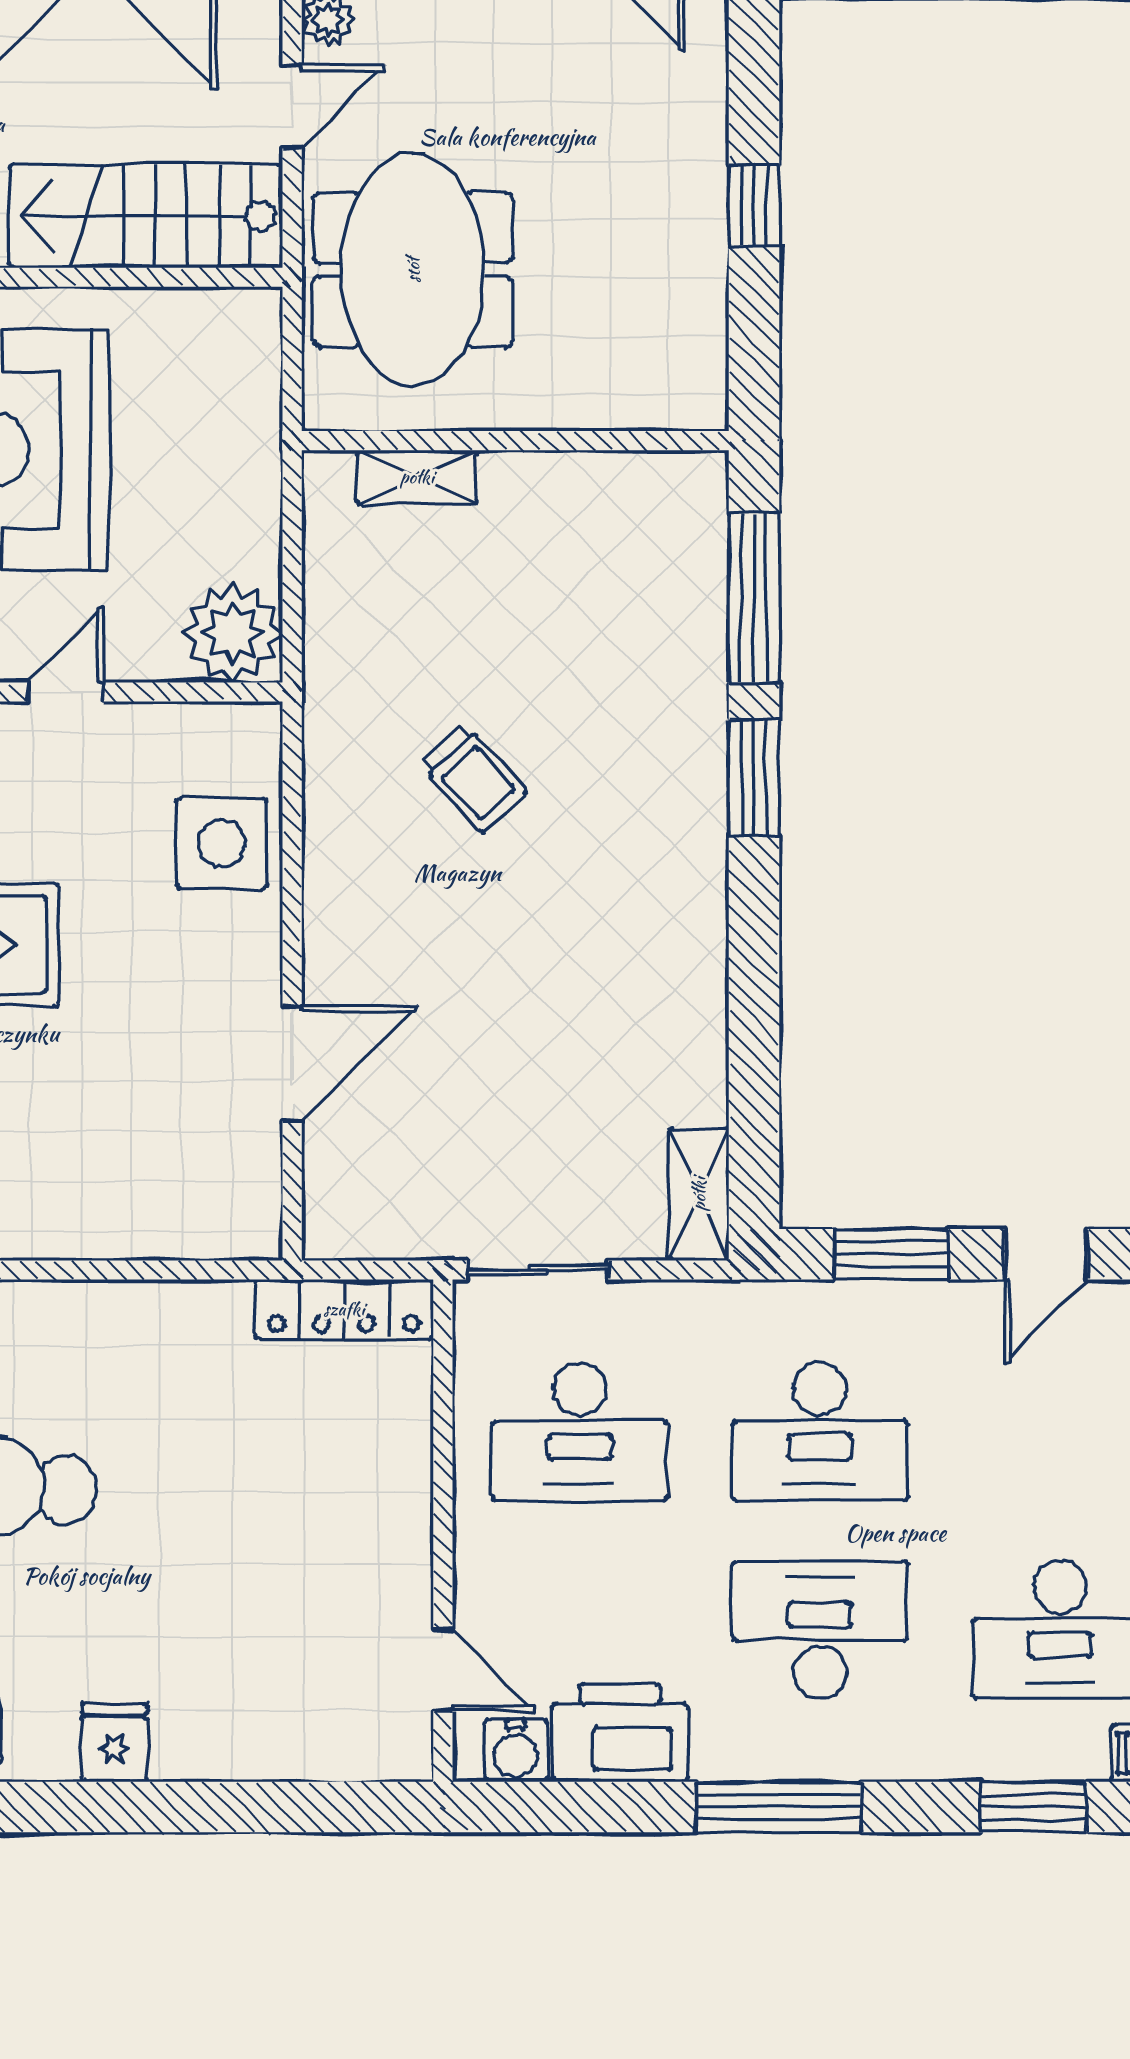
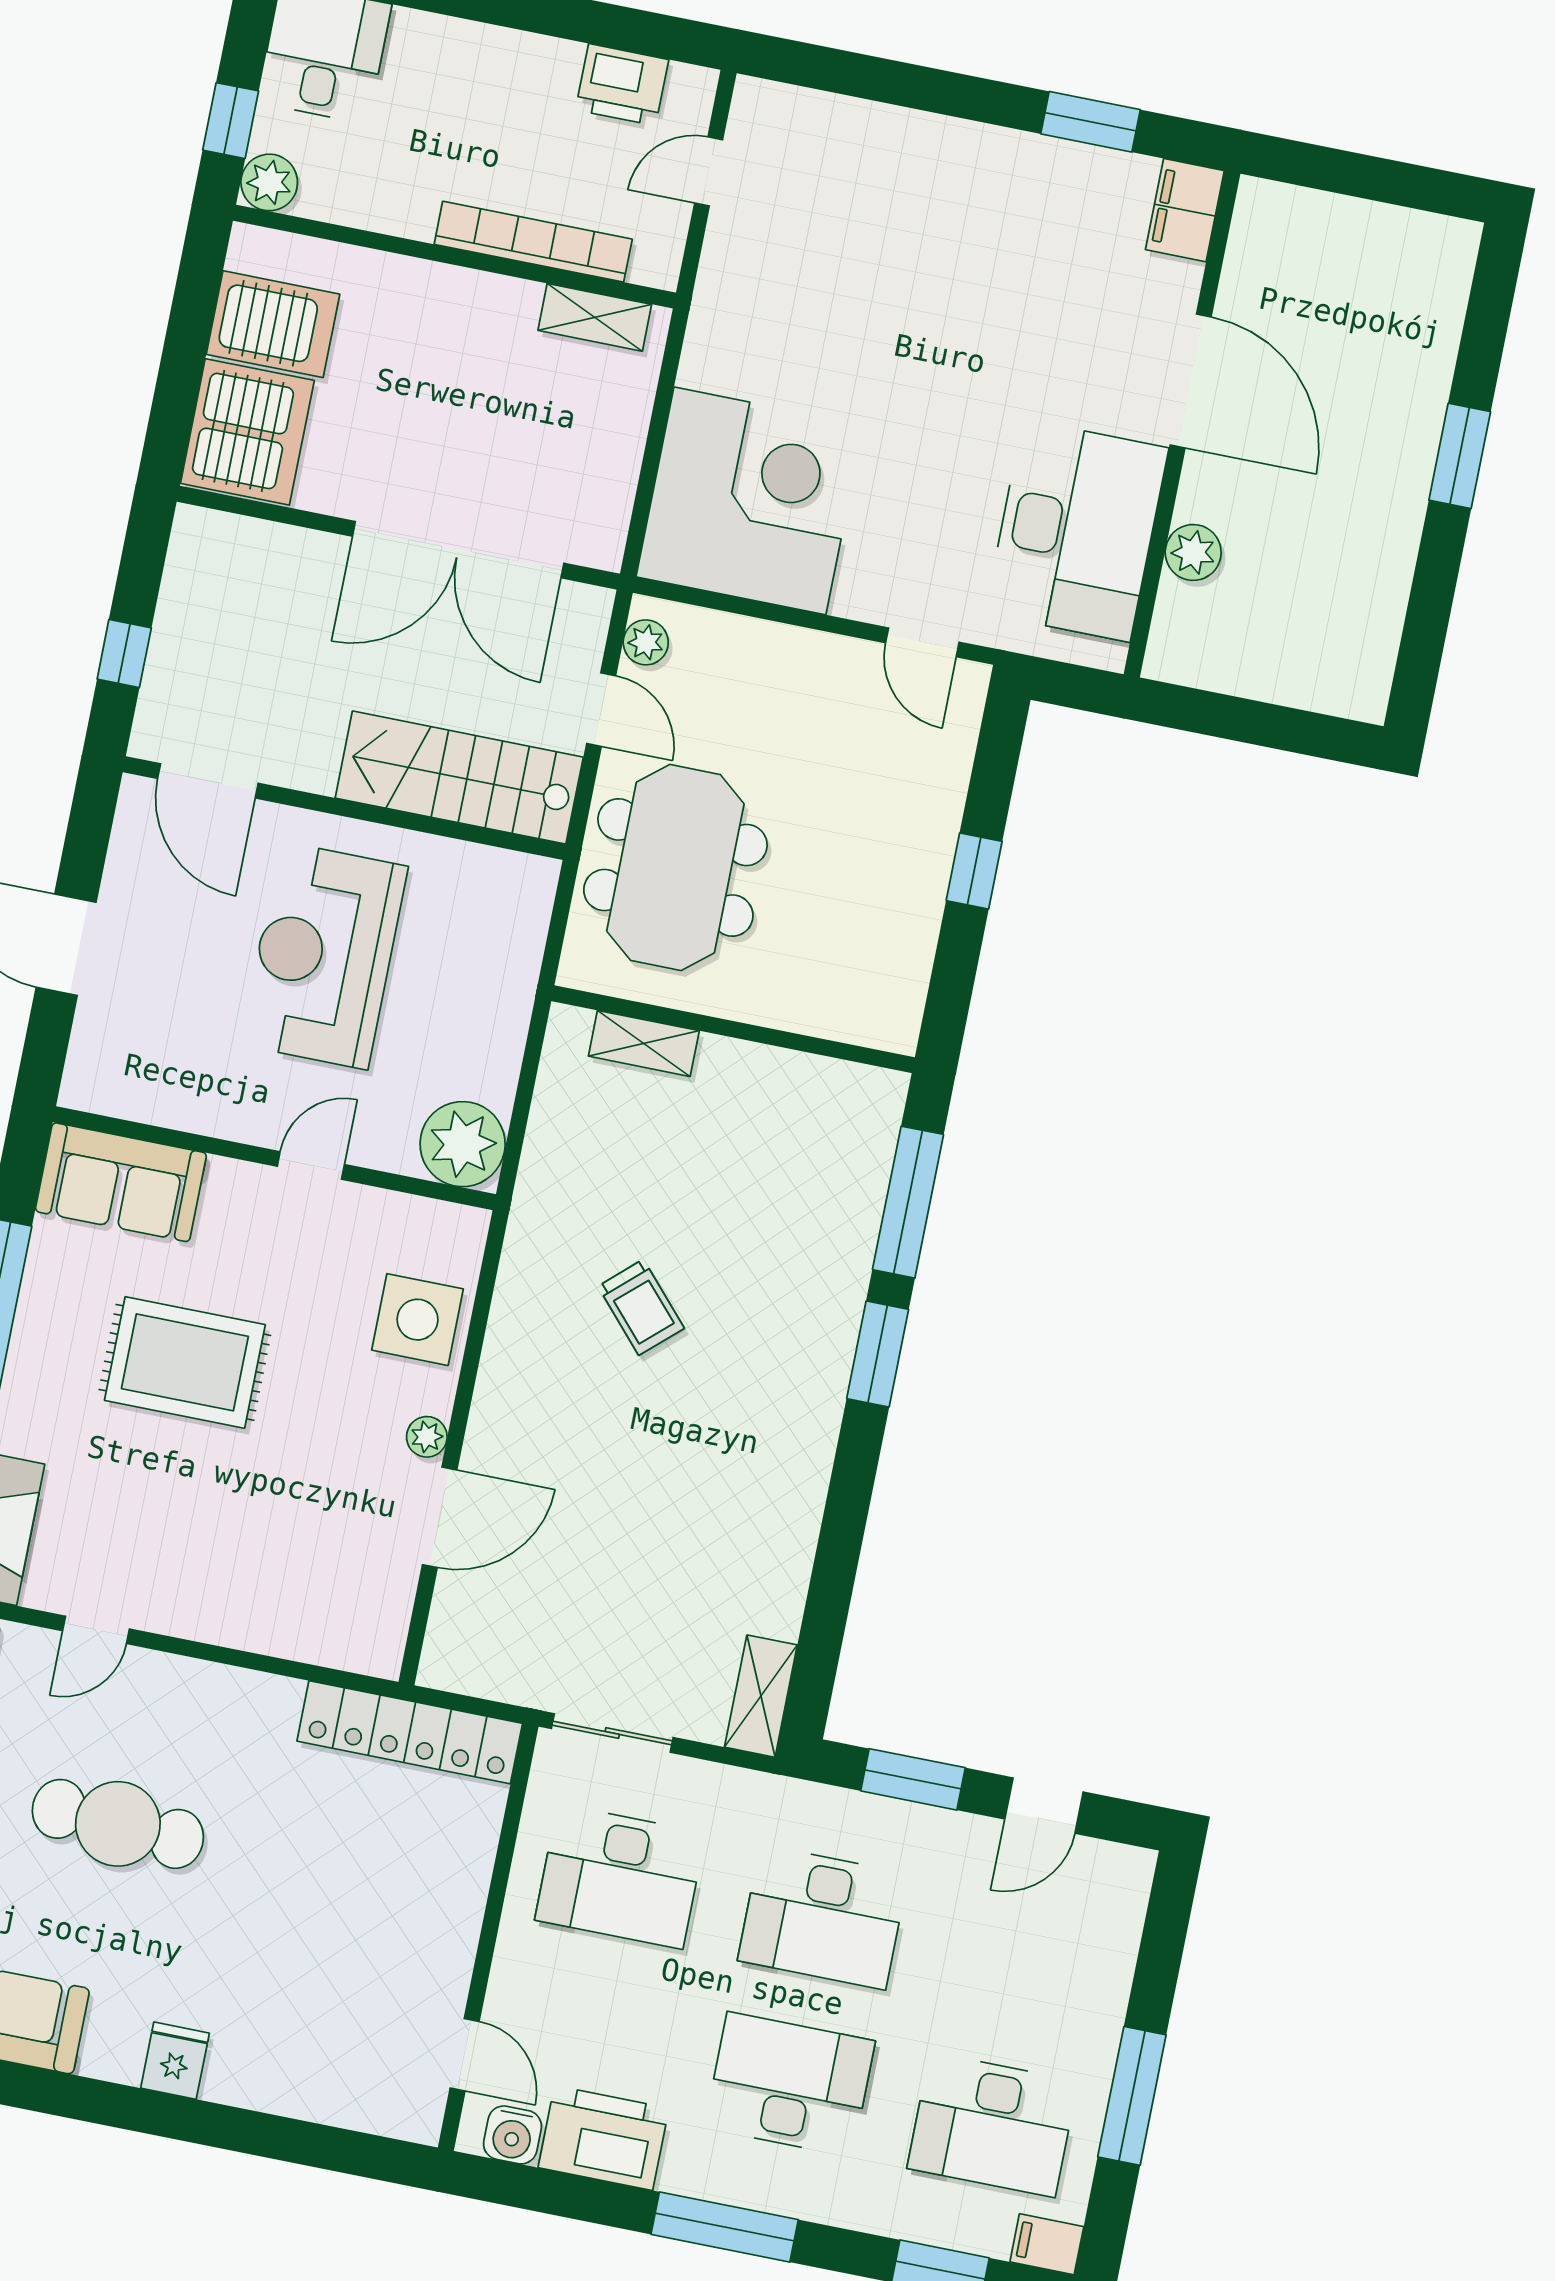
door: (292, 107) -> (601, 710), hinge flipped
plant: (259, 975) -> (427, 1437), added
locker: (344, 1309) -> (410, 1732), width x1.41, depth x1.21

